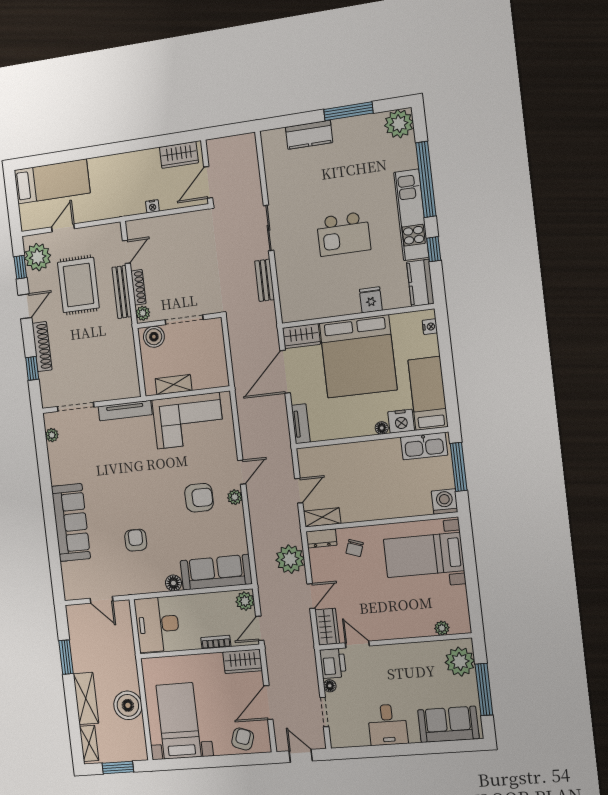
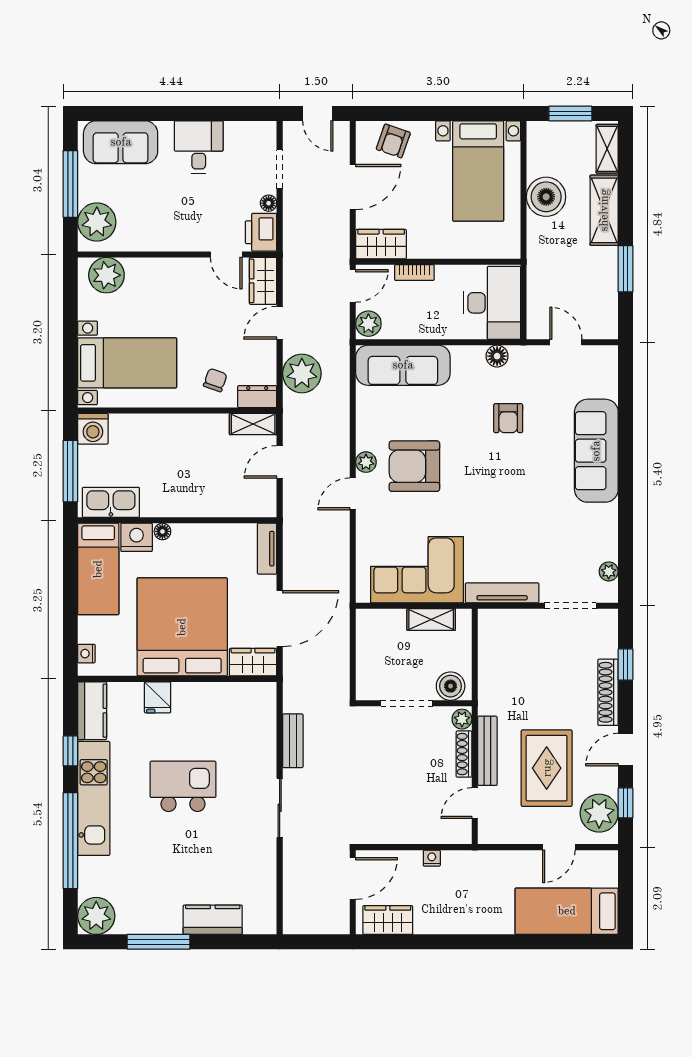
armchair: (199, 498) -> (414, 466), width x1.36, depth x1.36
floor lamp: (173, 583) -> (497, 356), moved
plant: (442, 628) -> (106, 275), width x1.88, depth x1.88

